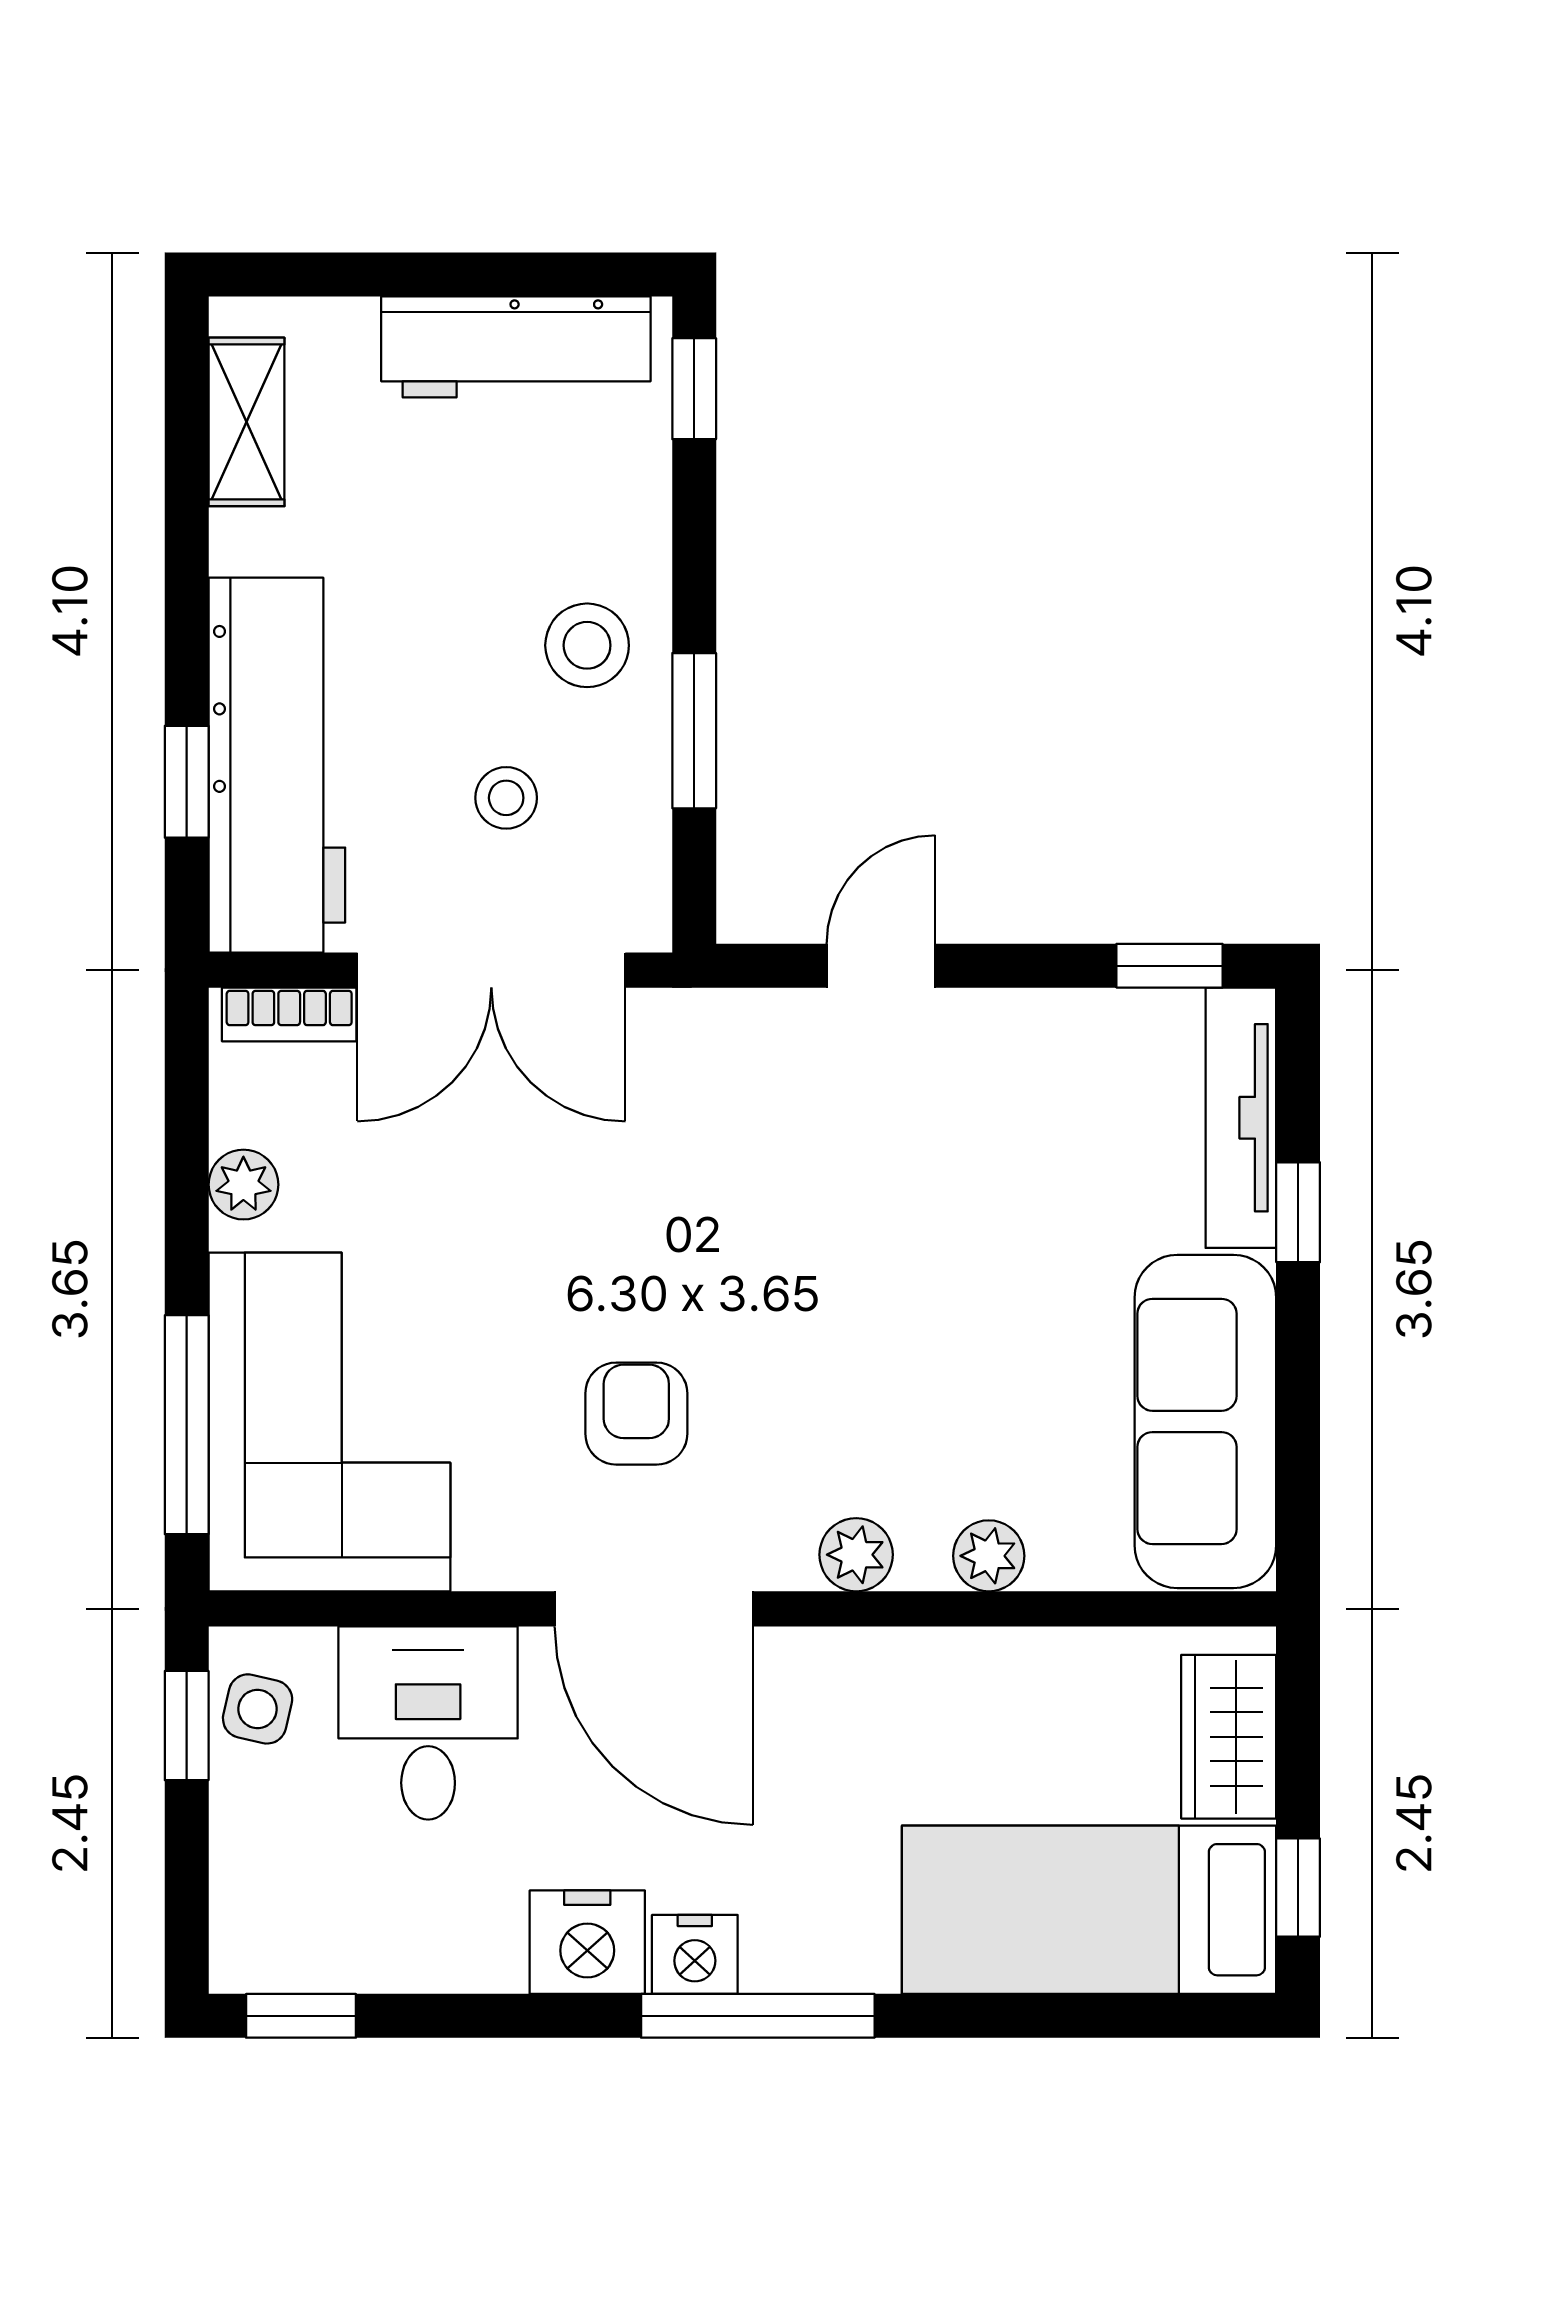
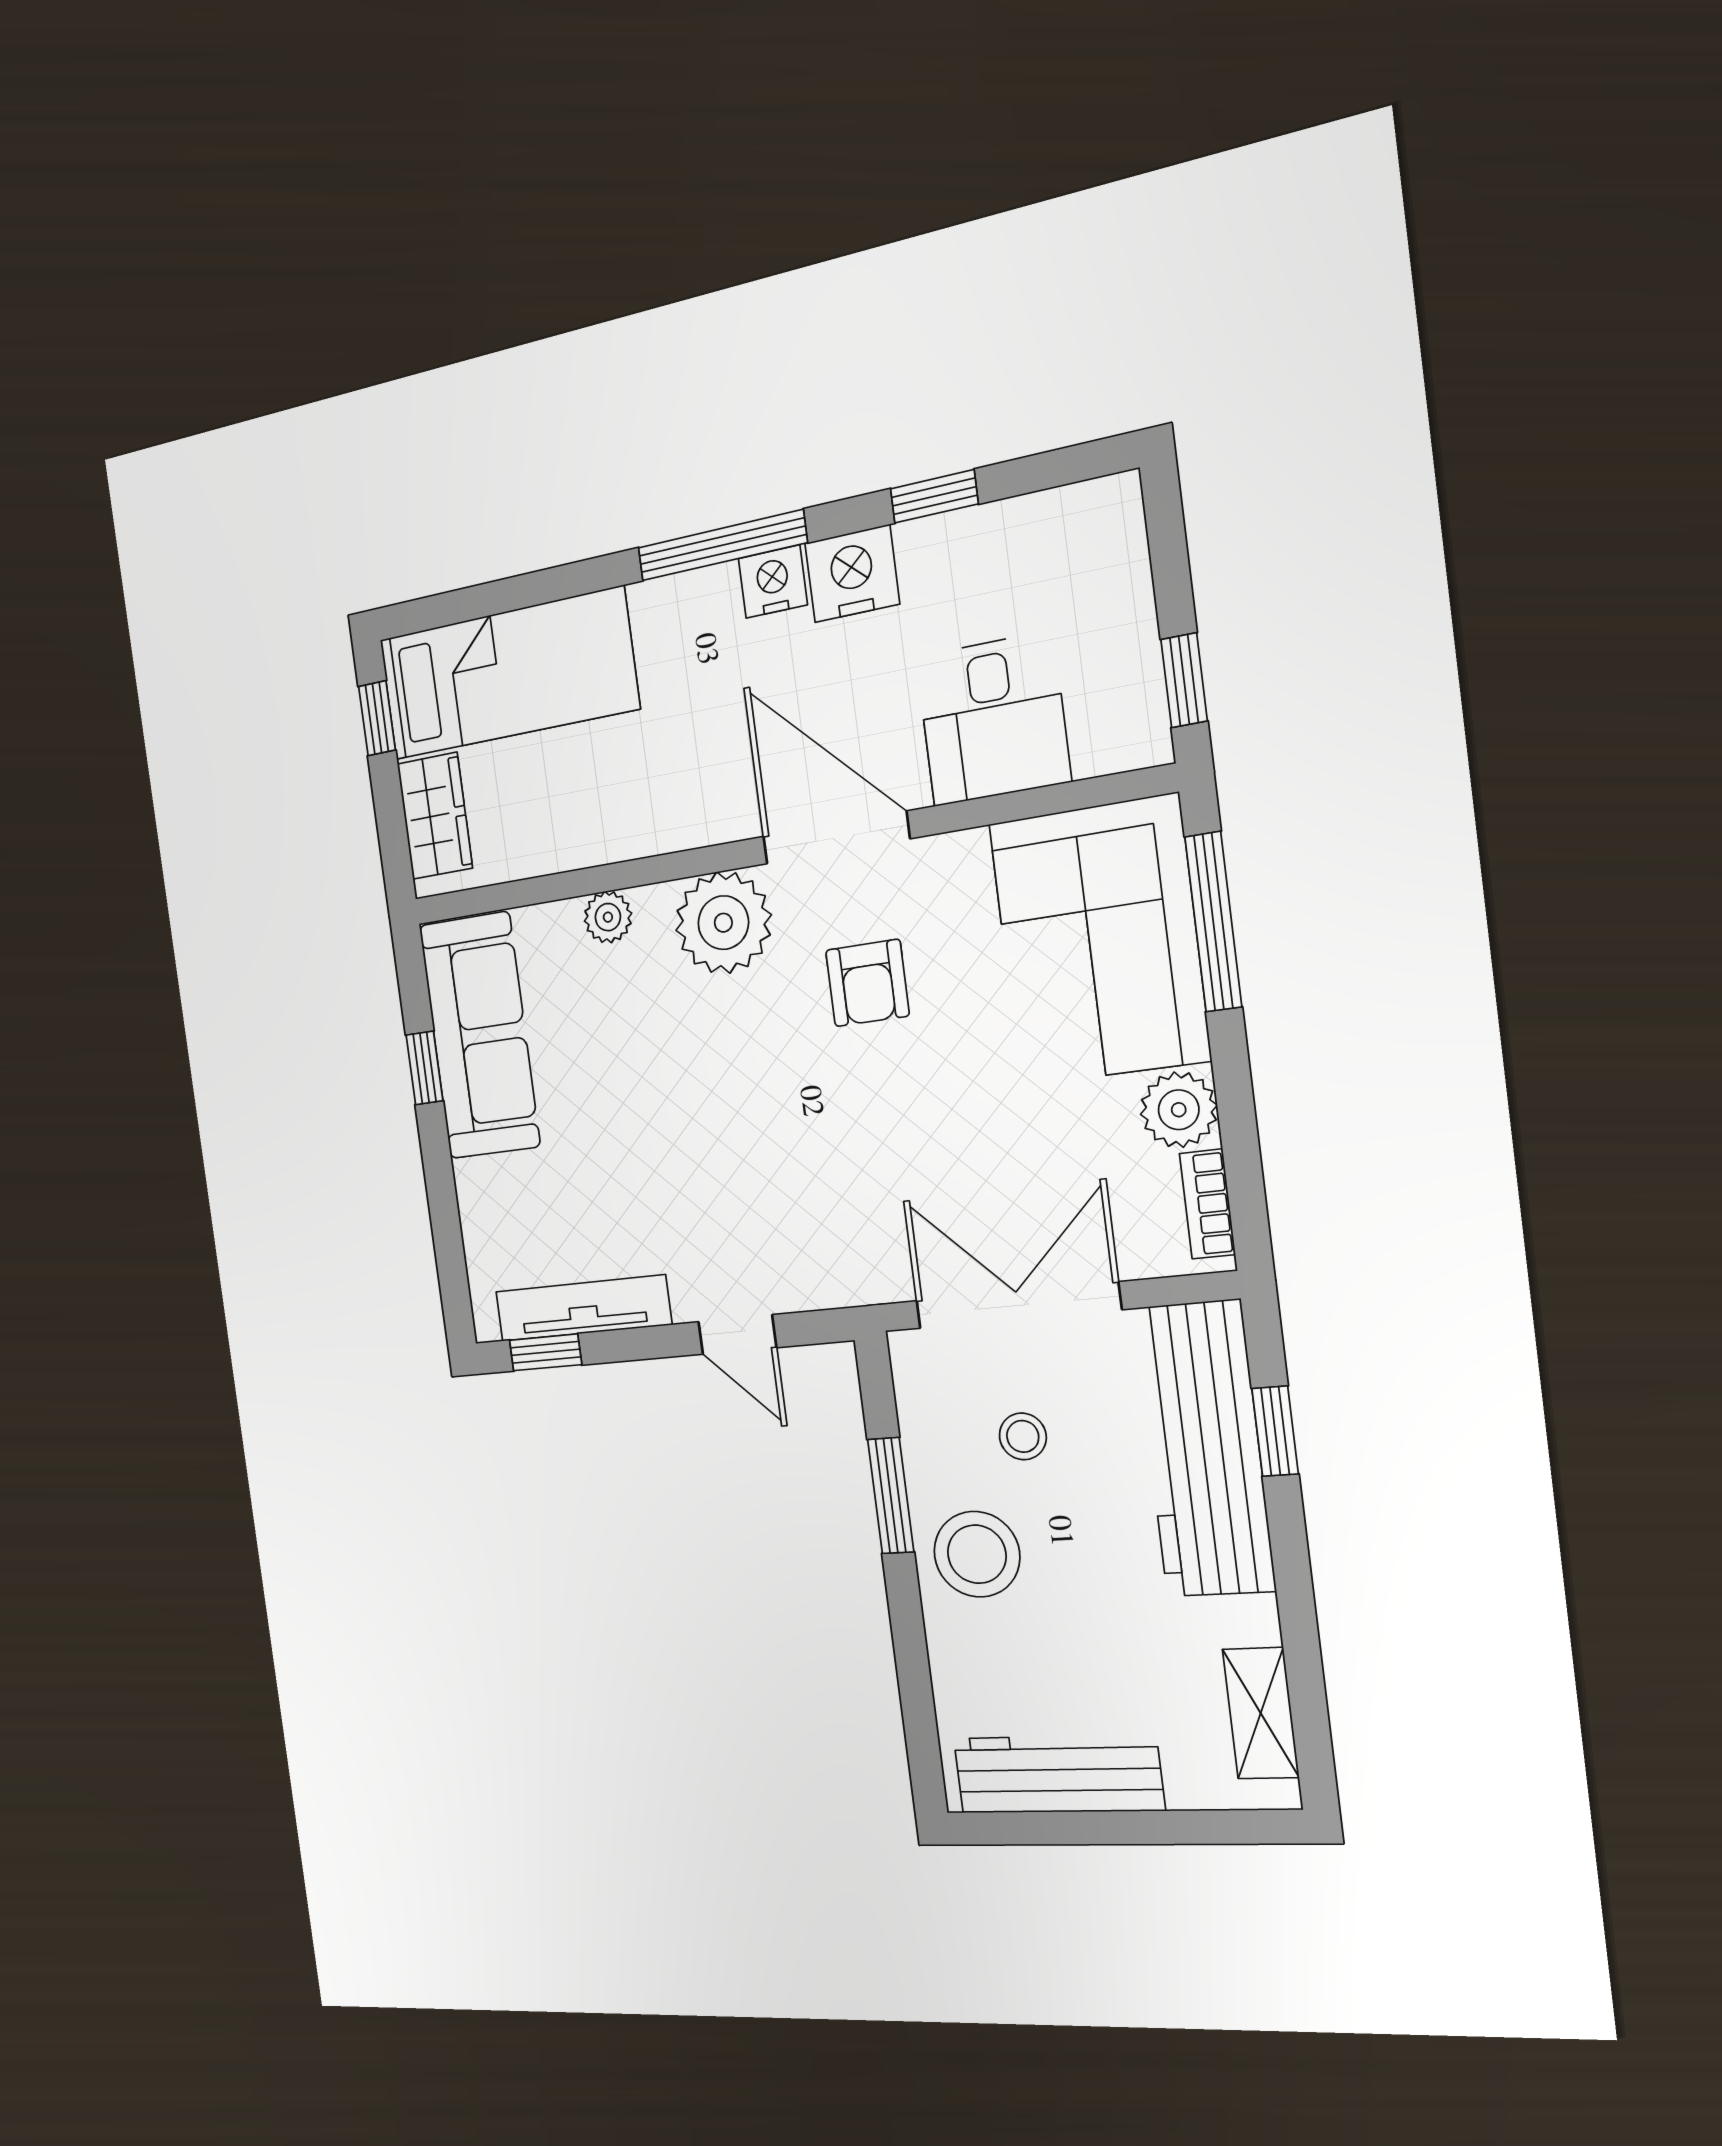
window: (694, 389) -> (923, 1746), removed
stool: (587, 645) -> (977, 1554), width x1.38, depth x1.38
door: (881, 966) -> (737, 1335), hinge flipped
bookcase: (289, 1014) -> (1207, 1204), moved, turned -90
tv unit: (1241, 1118) -> (583, 1308), moved, turned -90
plant: (243, 1185) -> (1179, 1110), width x1.38, depth x1.38
window: (1298, 1212) -> (425, 1068), moved
plant: (856, 1555) -> (723, 923), width x1.87, depth x1.87
side table: (258, 1709) -> (1128, 704), removed
window: (301, 2016) -> (934, 496), moved

